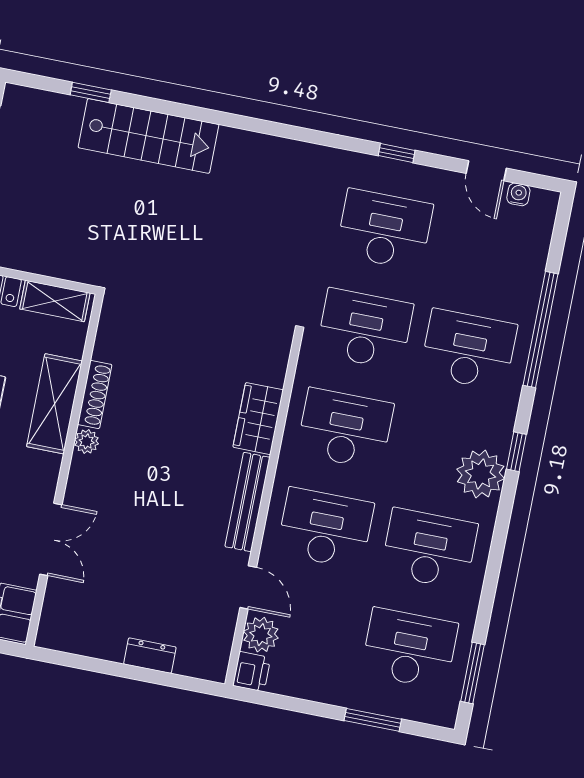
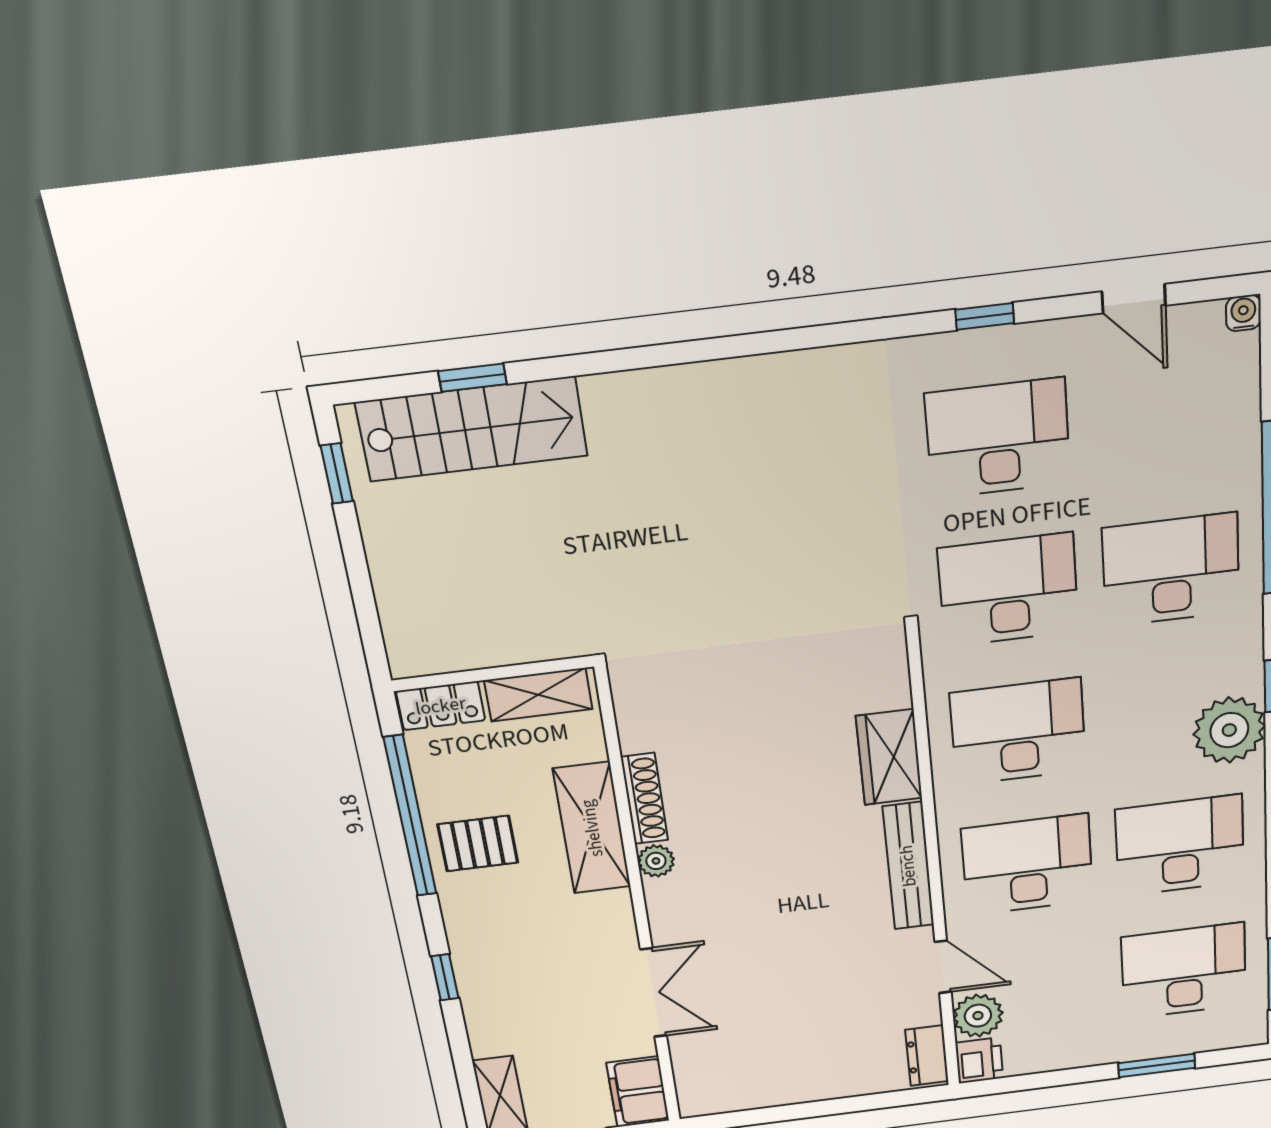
stairs: (148, 136) -> (472, 429), moved
water cooler: (518, 194) -> (1243, 313), moved
dresser: (150, 656) -> (927, 1056), moved, turned -90

